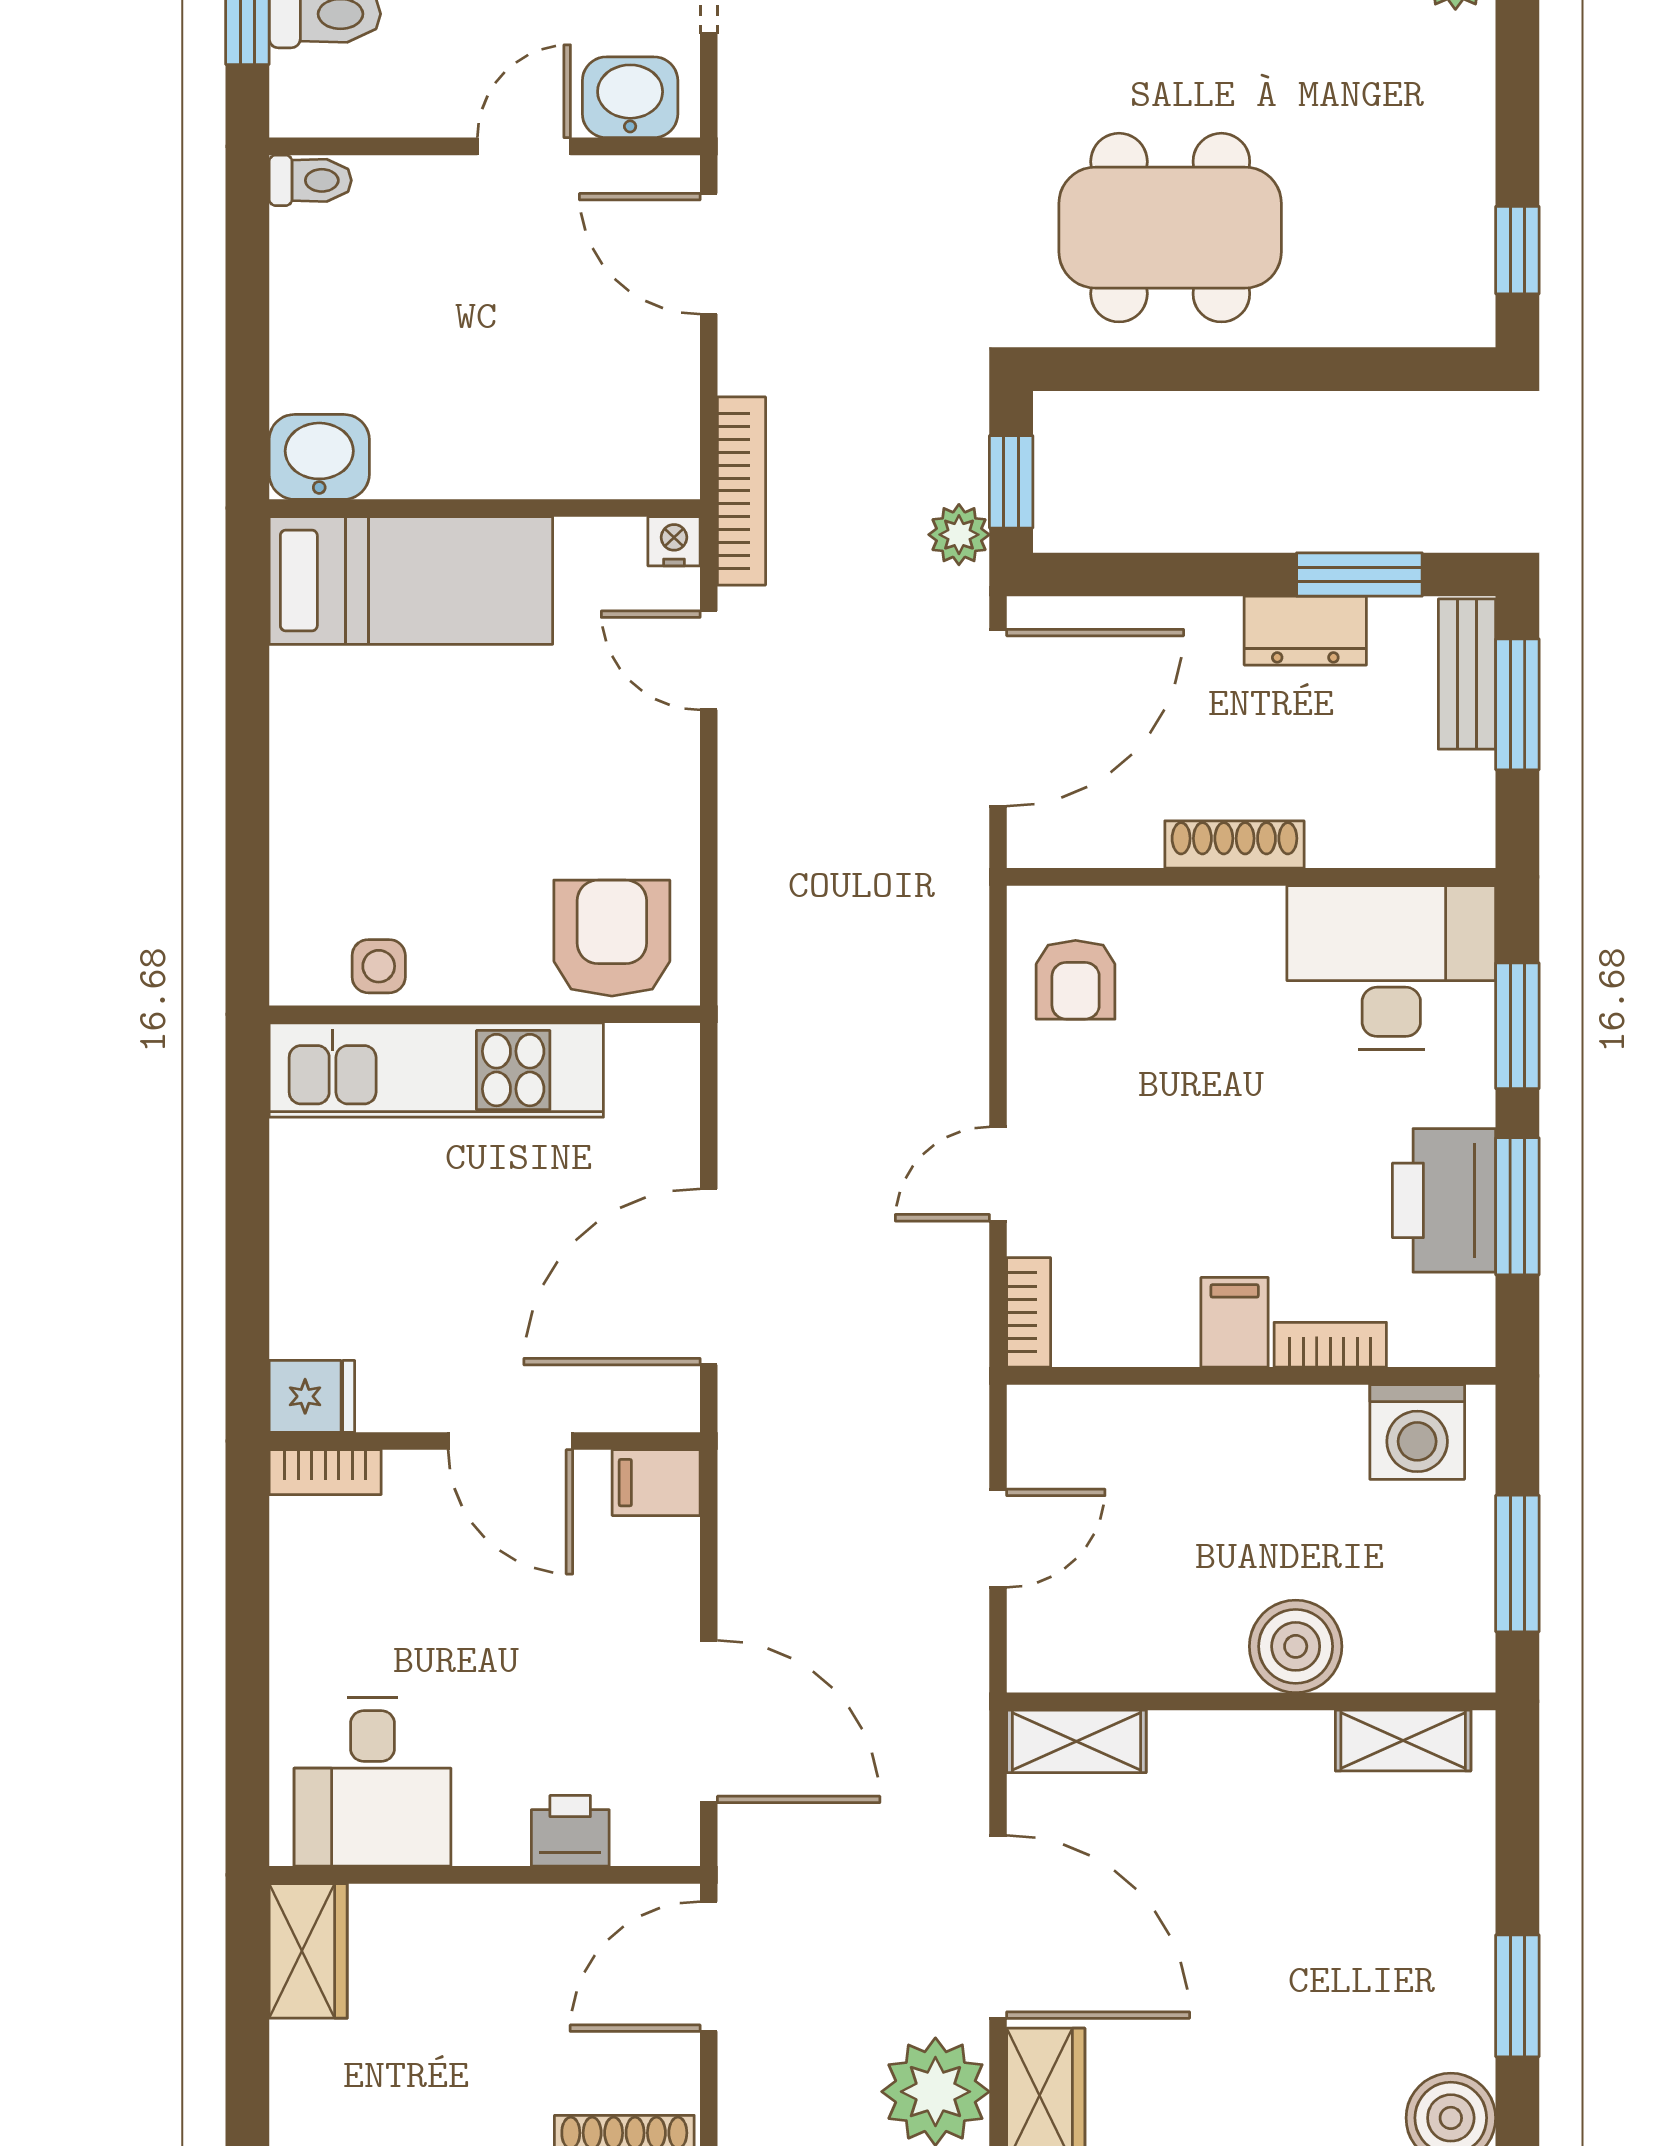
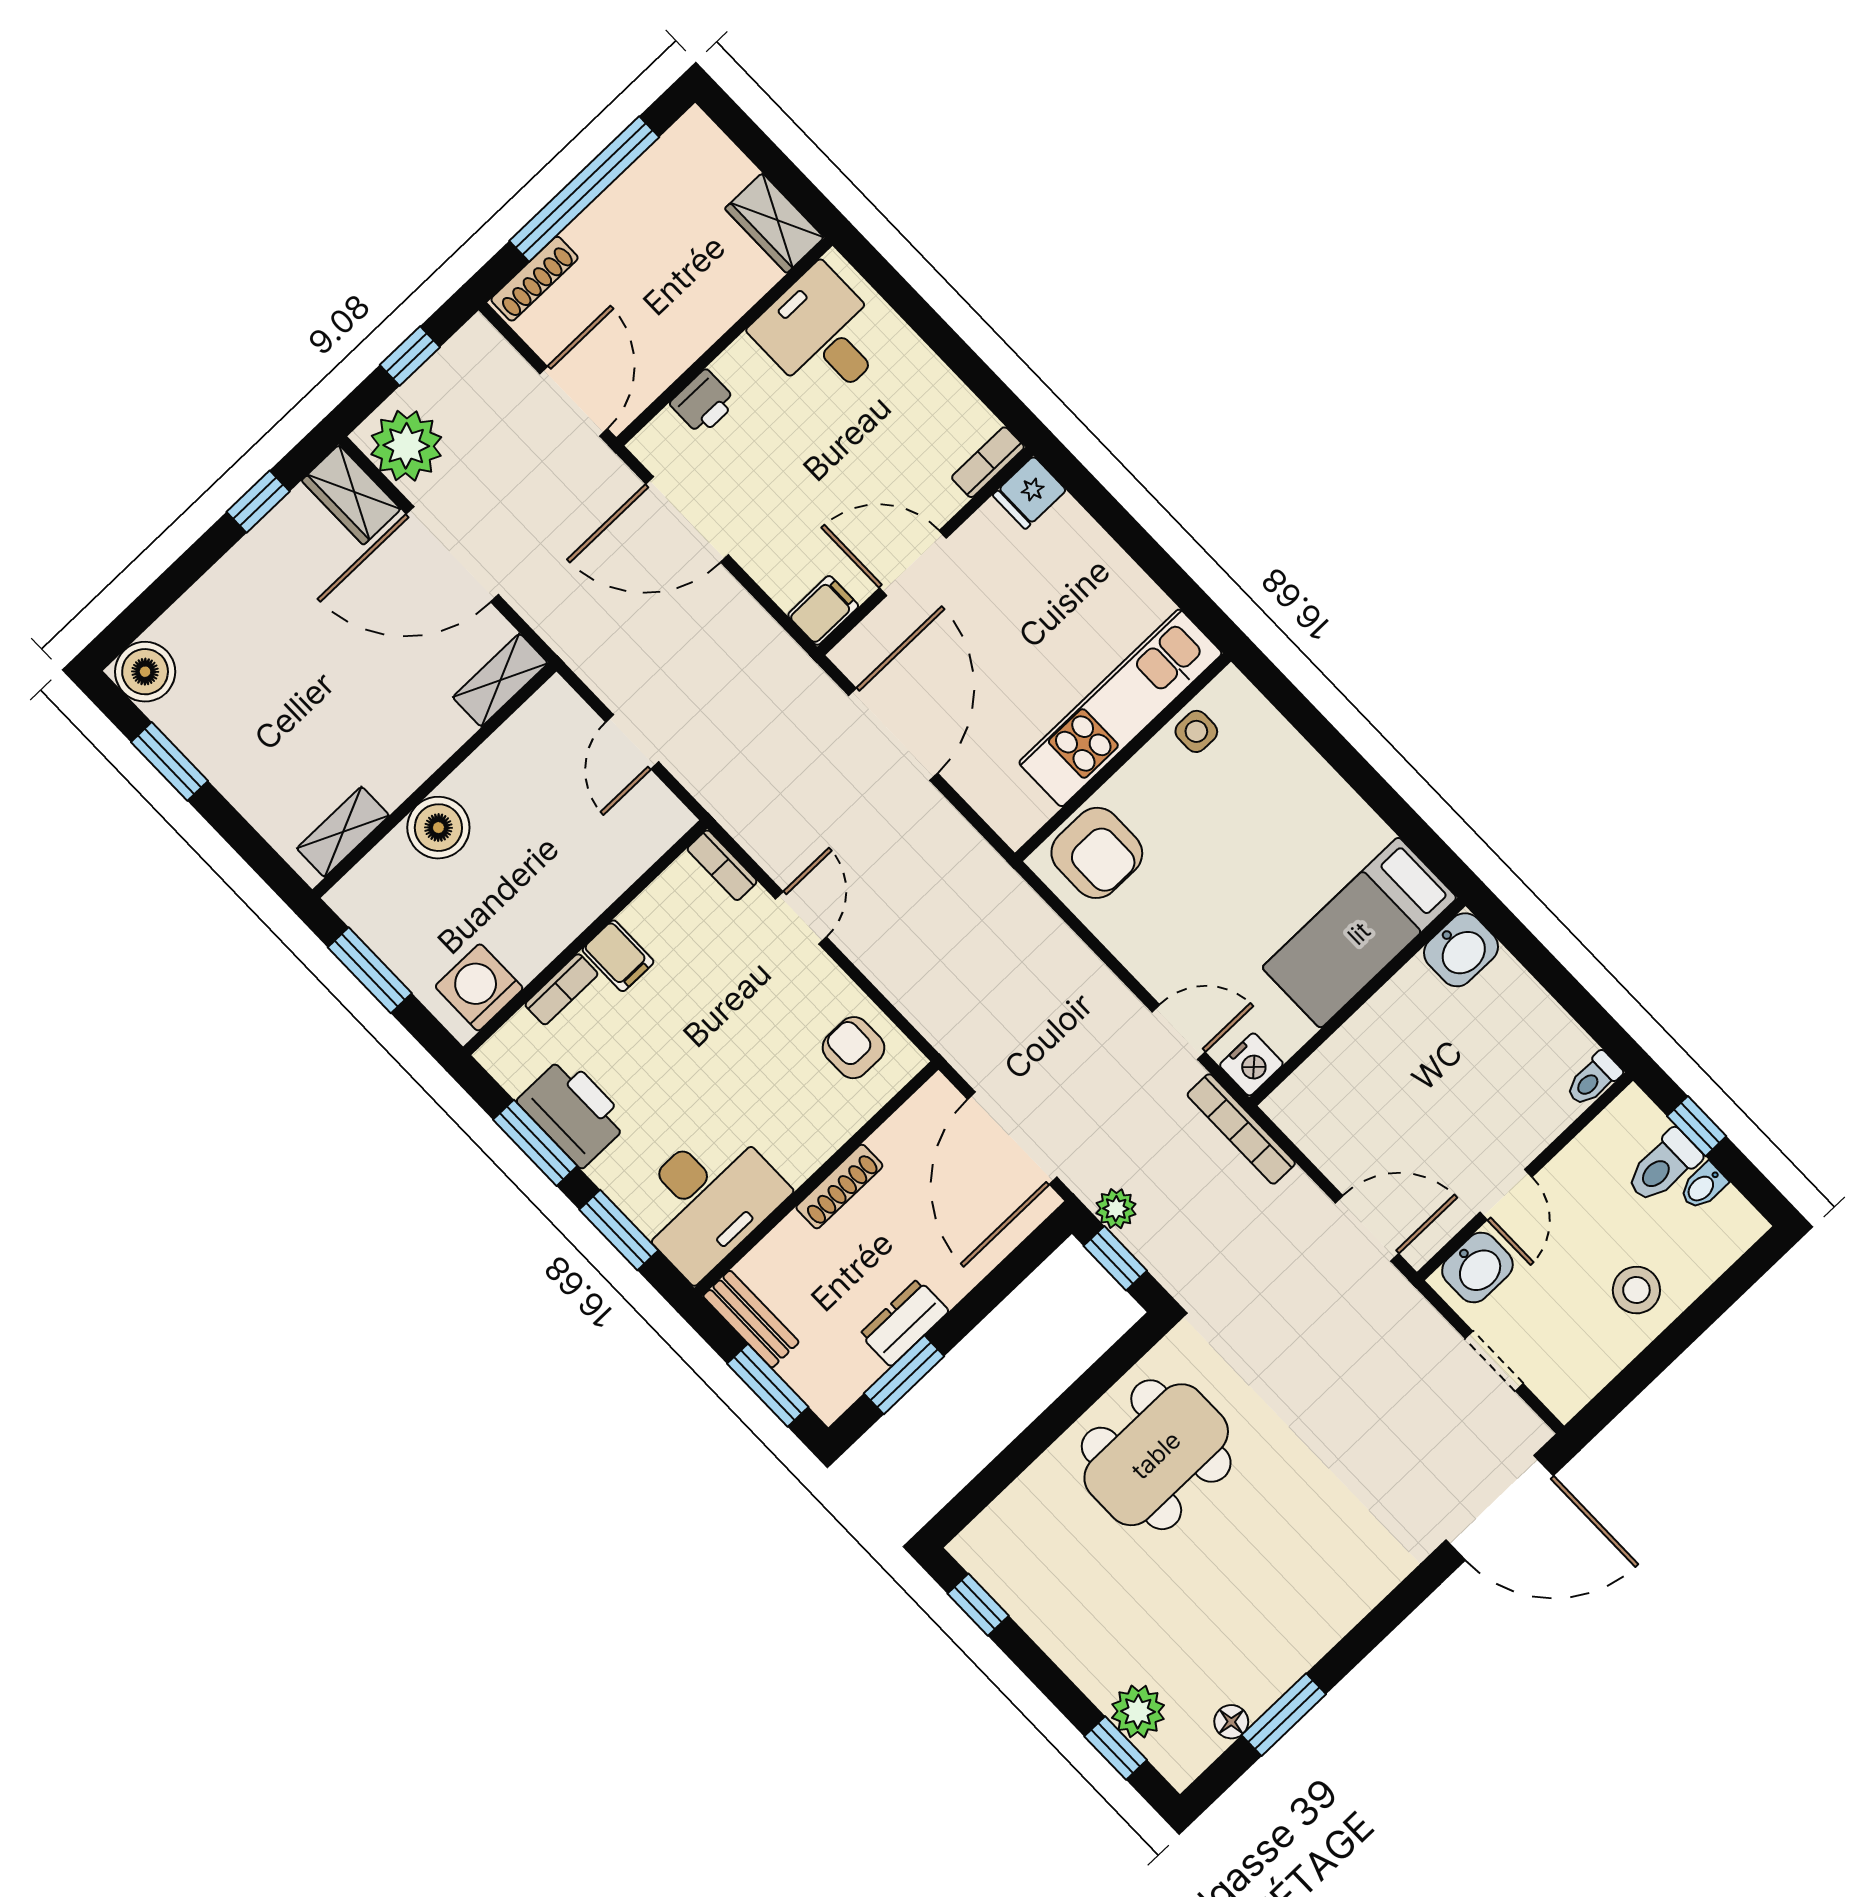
nightstand: (674, 541) -> (1251, 1064), width x1.39, depth x1.35
bench: (1467, 674) -> (751, 1319), moved

